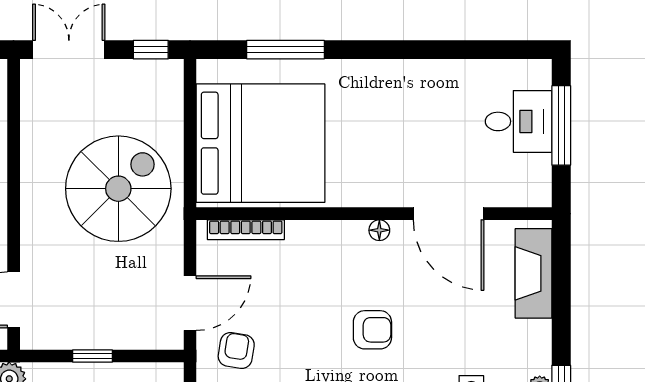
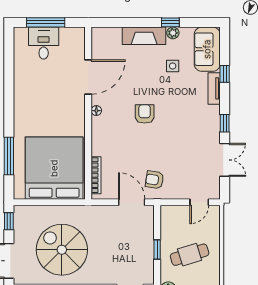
spiral stairs: (118, 189) -> (62, 250), moved
fireplace: (534, 273) -> (144, 36), moved

